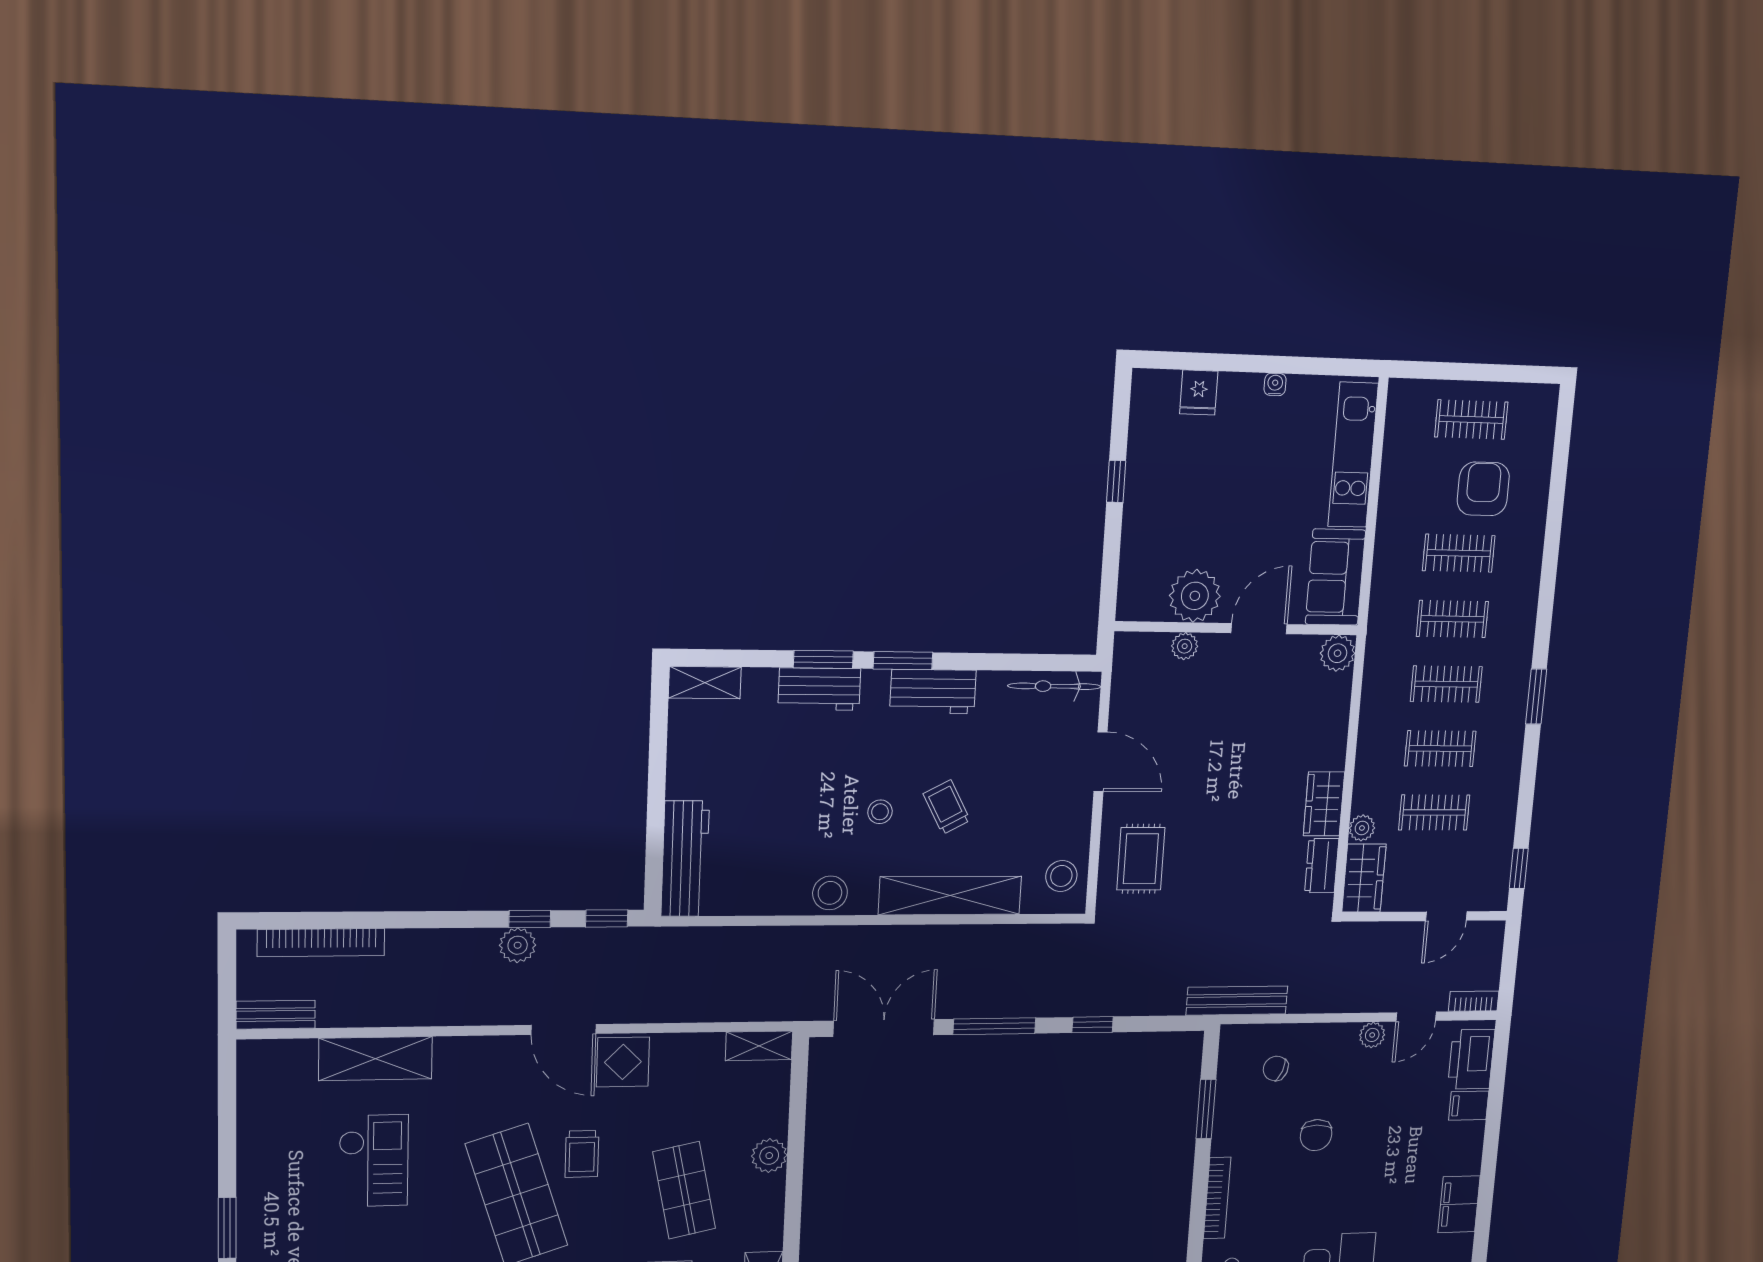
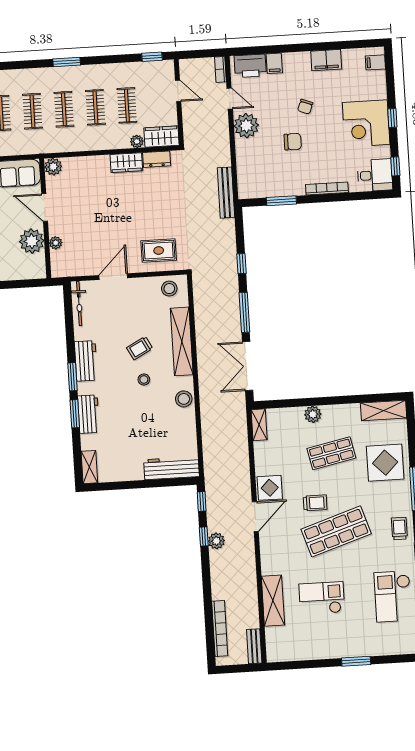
plant: (1372, 1035) -> (246, 126), width x1.87, depth x1.87
chair: (1276, 1068) -> (305, 107), moved

